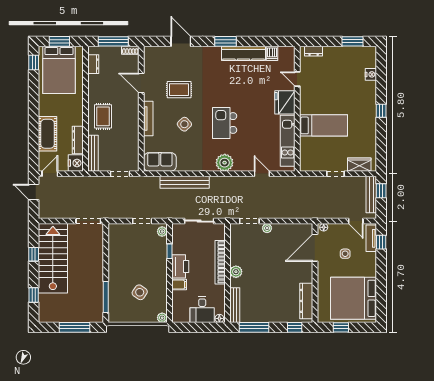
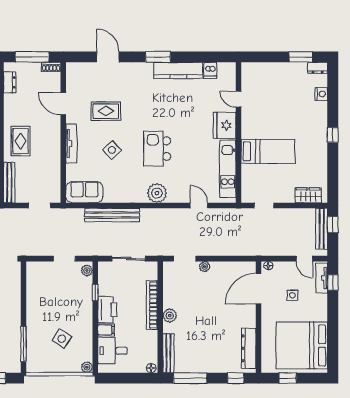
dresser: (314, 51) -> (318, 68), moved
doorway: (335, 174) -> (264, 206), moved
desk: (202, 310) -> (112, 351), moved, turned 90

